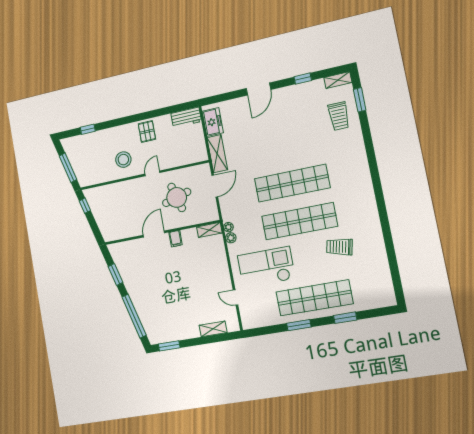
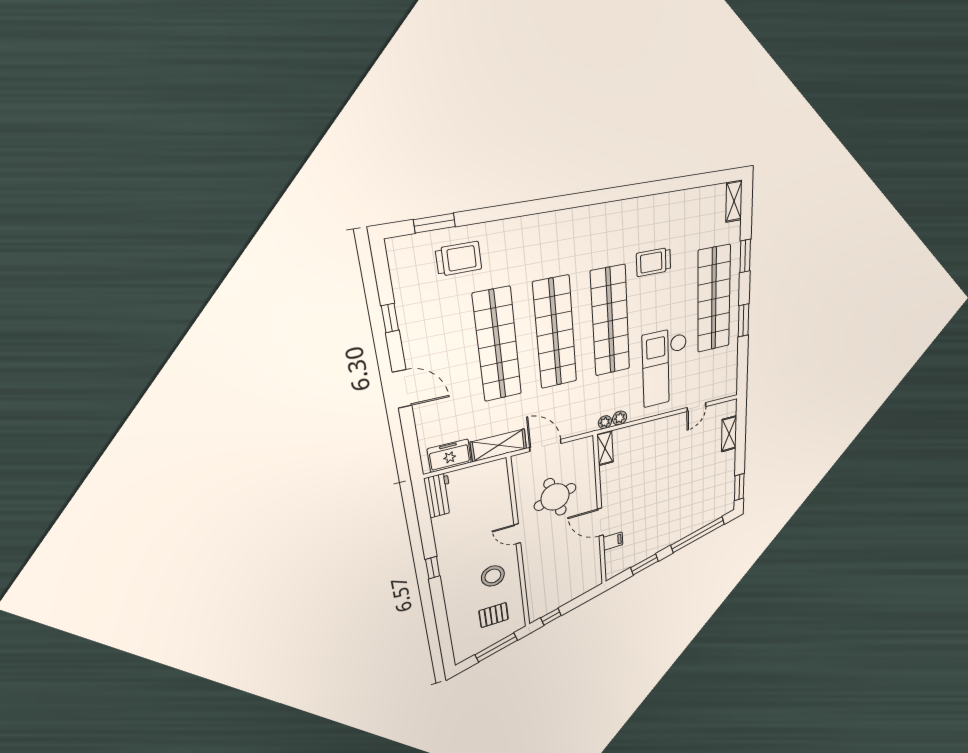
shelving: (338, 80) -> (734, 201), moved
window: (88, 129) -> (433, 568), moved
pallet: (147, 131) -> (494, 615), moved
shop shelf: (285, 146) -> (497, 345), added
filing cabinet: (176, 239) -> (613, 541), moved
trolley: (340, 247) -> (654, 262), turned 78

